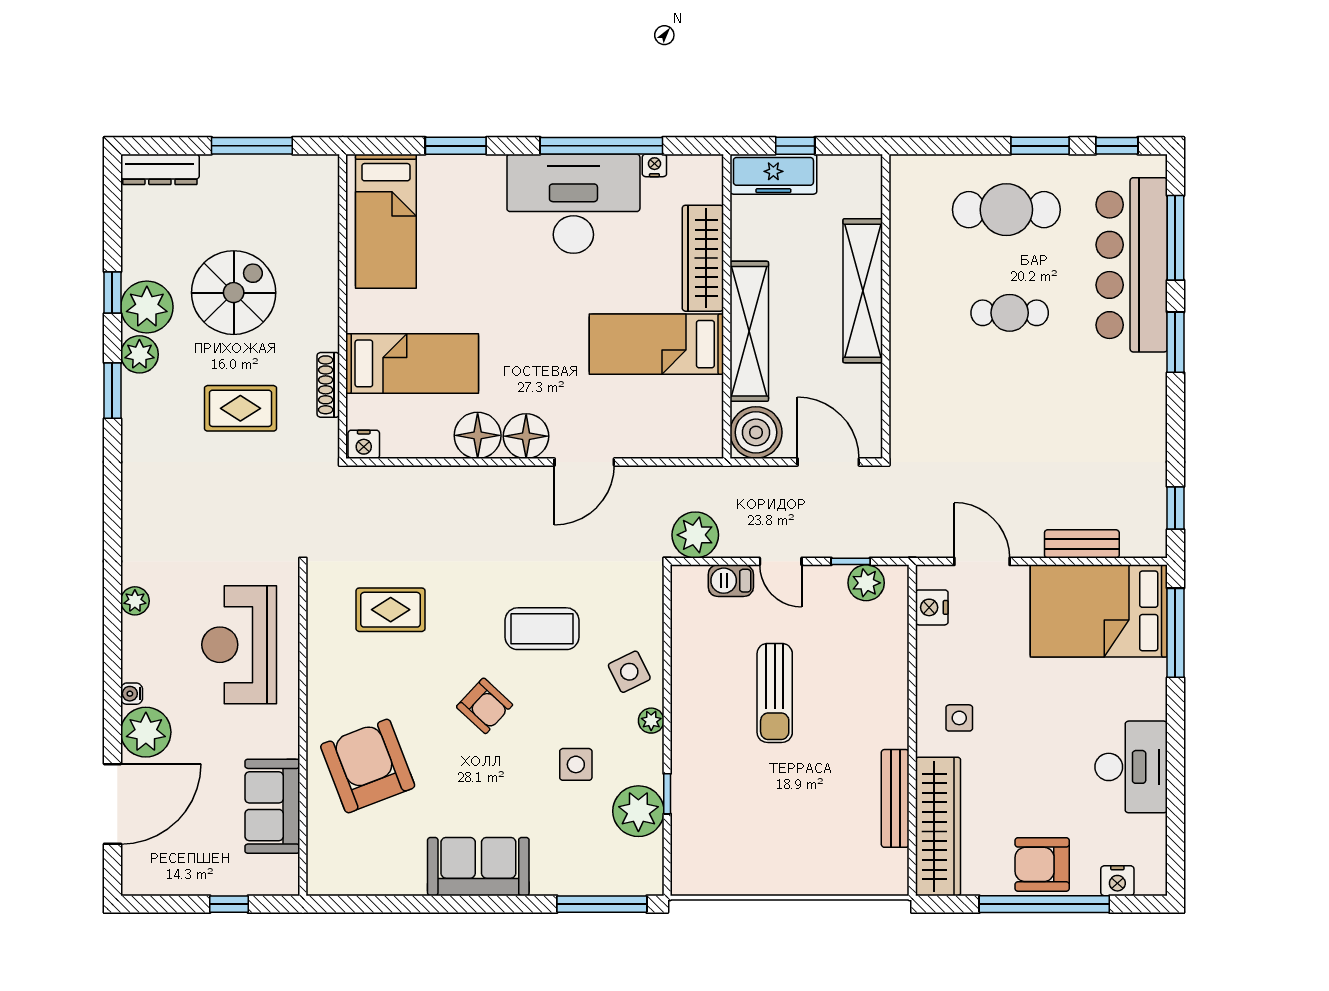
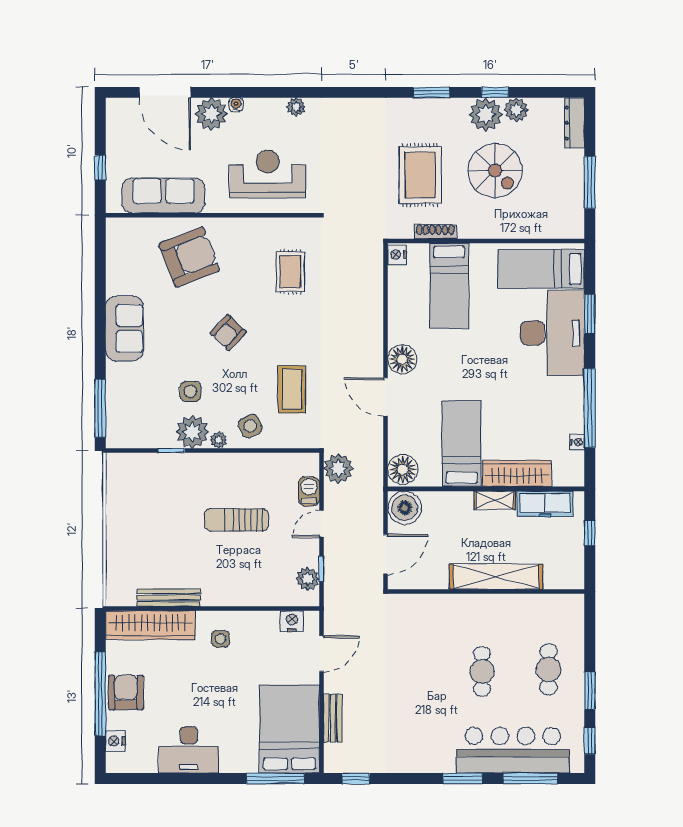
freezer: (773, 174) -> (545, 504), moved, turned -90
desk: (573, 204) -> (552, 333), moved
cafe table: (1006, 210) -> (548, 669), width x0.73, depth x0.74
shelving: (749, 331) -> (495, 500), width x0.45, depth x0.75
plant: (139, 354) -> (516, 110), moved
rug: (240, 408) -> (420, 175), width x1.36, depth x1.43
floor lamp: (478, 435) -> (403, 470), moved
coffee table: (542, 629) -> (292, 389), moved
sofa: (272, 806) -> (163, 196), width x1.36
plant: (638, 811) -> (192, 432), moved

